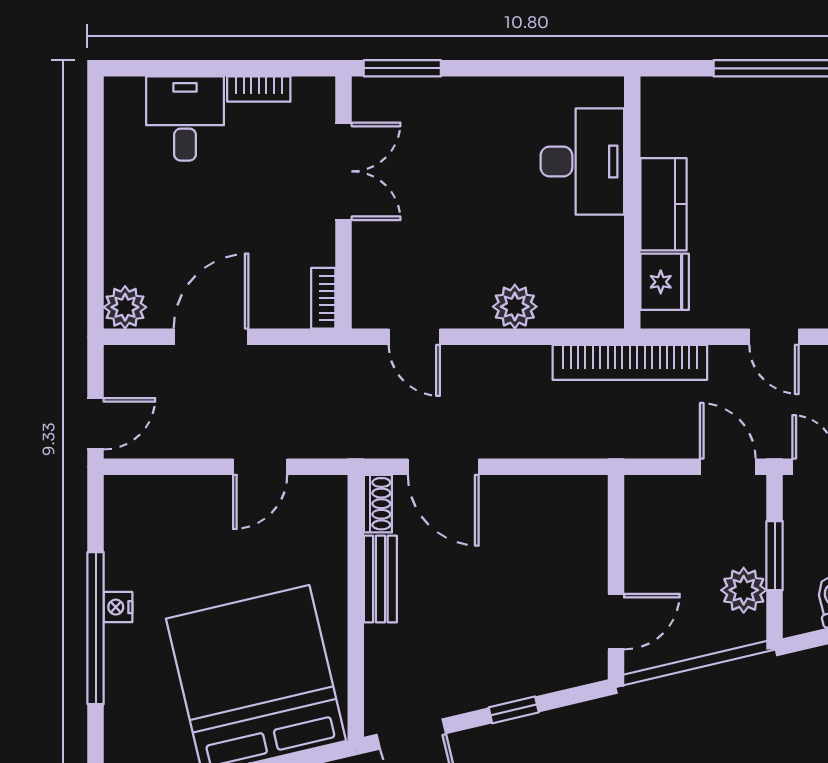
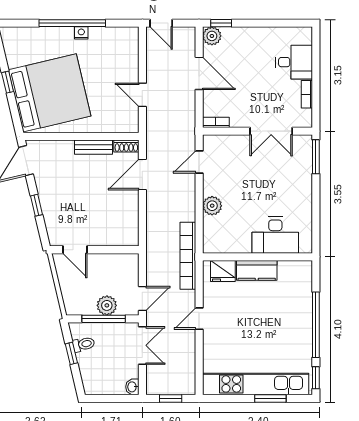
window: (96, 286) -> (221, 23), added
window: (775, 556) -> (104, 319), width x1.44
plant: (744, 590) -> (107, 305), moved

